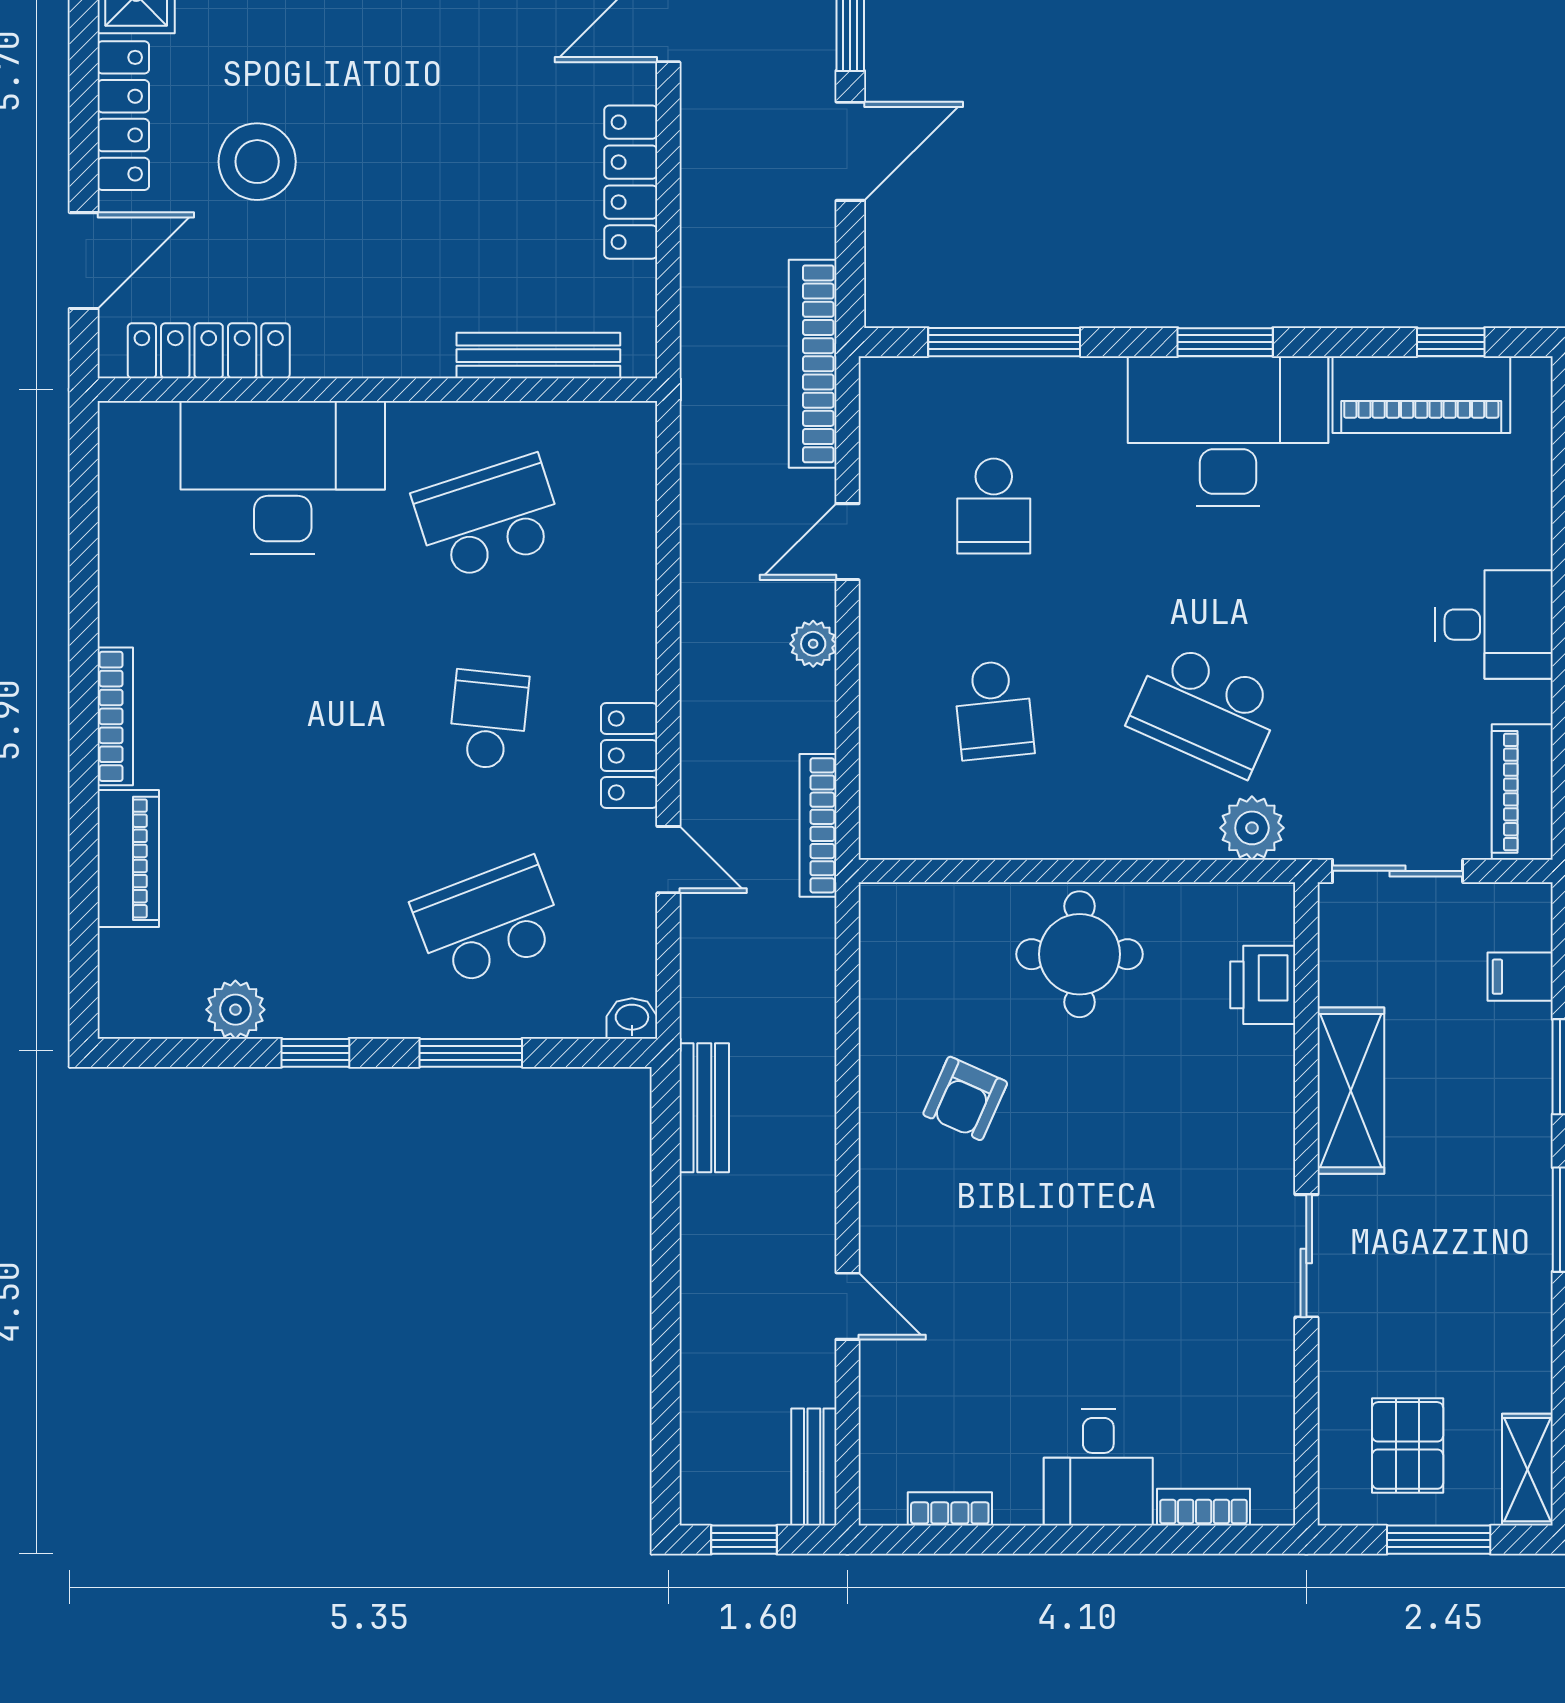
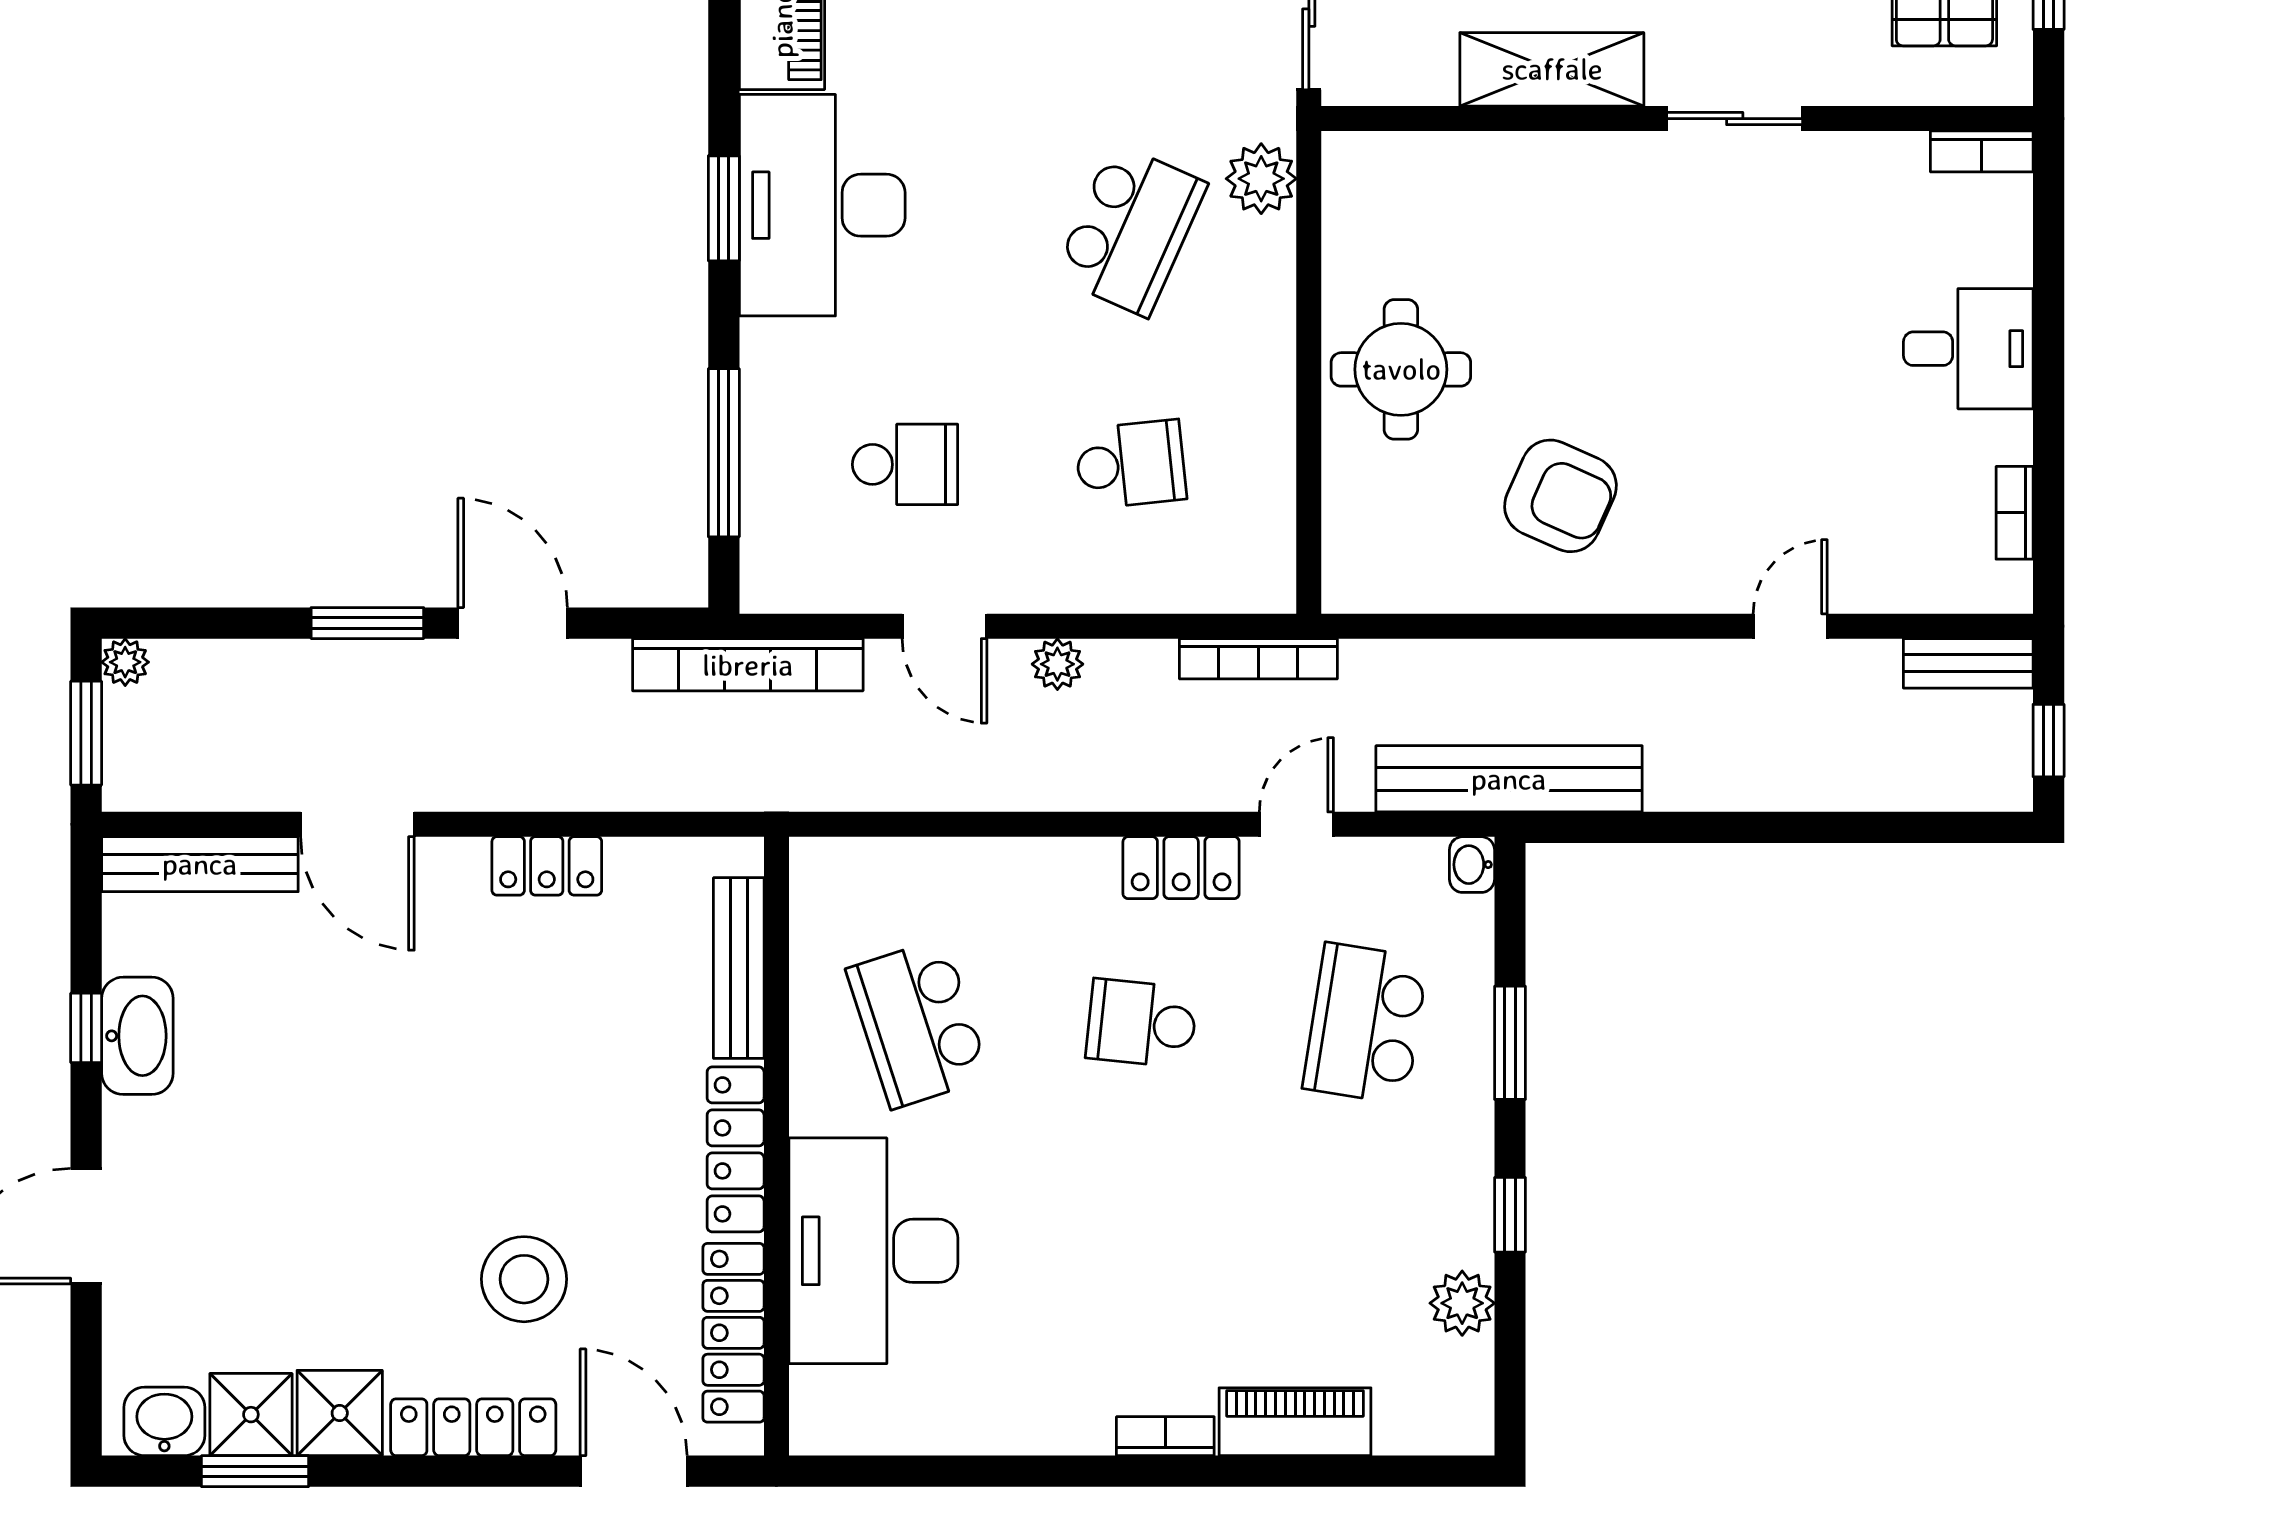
locker: (631, 182) -> (547, 866), width x0.66
locker: (374, 353) -> (736, 1149), added
bookcase: (115, 716) -> (1165, 1436), width x0.64
school desk: (488, 922) -> (1365, 1023), turned 30
printer: (1263, 985) -> (1435, 167), removed
armchair: (965, 1098) -> (1560, 496), width x1.38, depth x1.38
bench: (704, 1108) -> (1509, 779), width x1.86, depth x1.21
bookcase: (1204, 1507) -> (1982, 151), moved, turned -90

